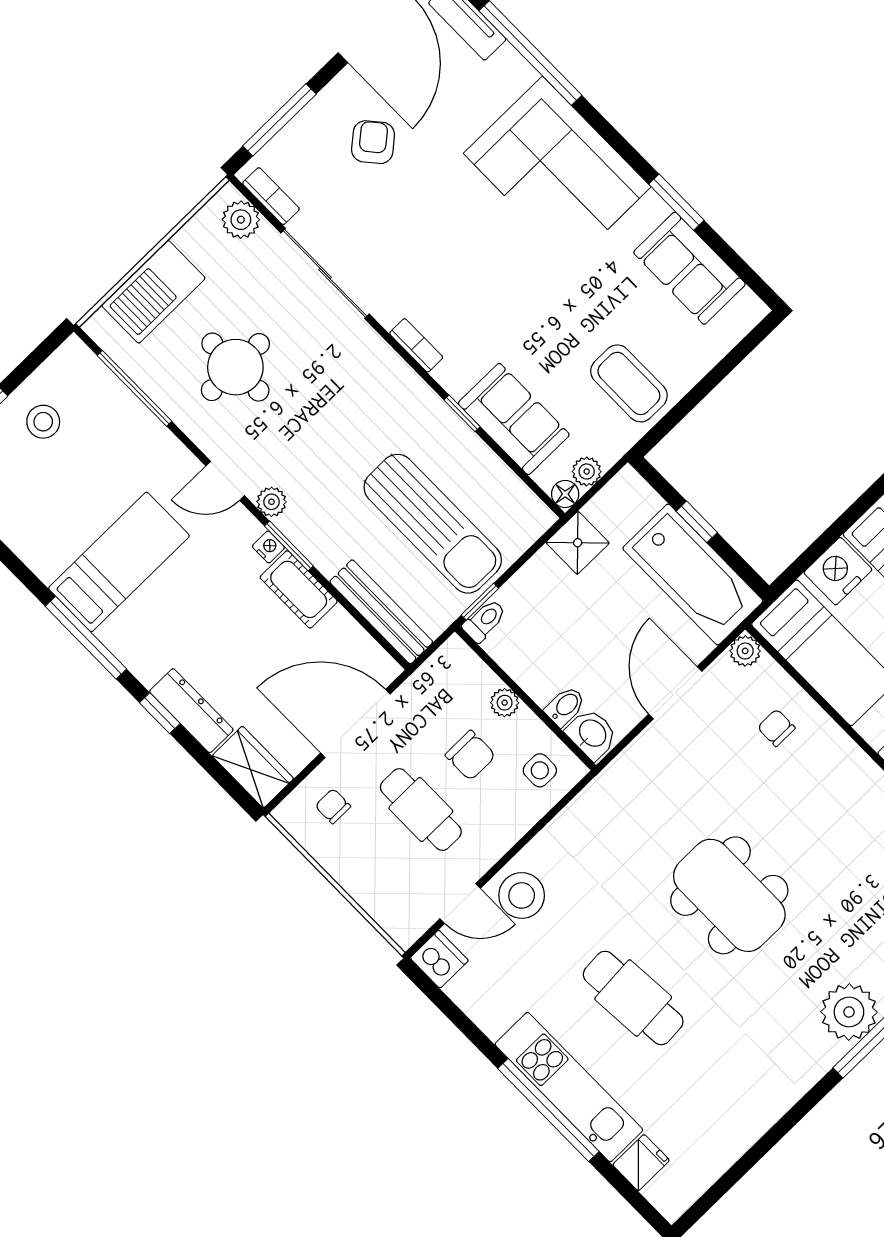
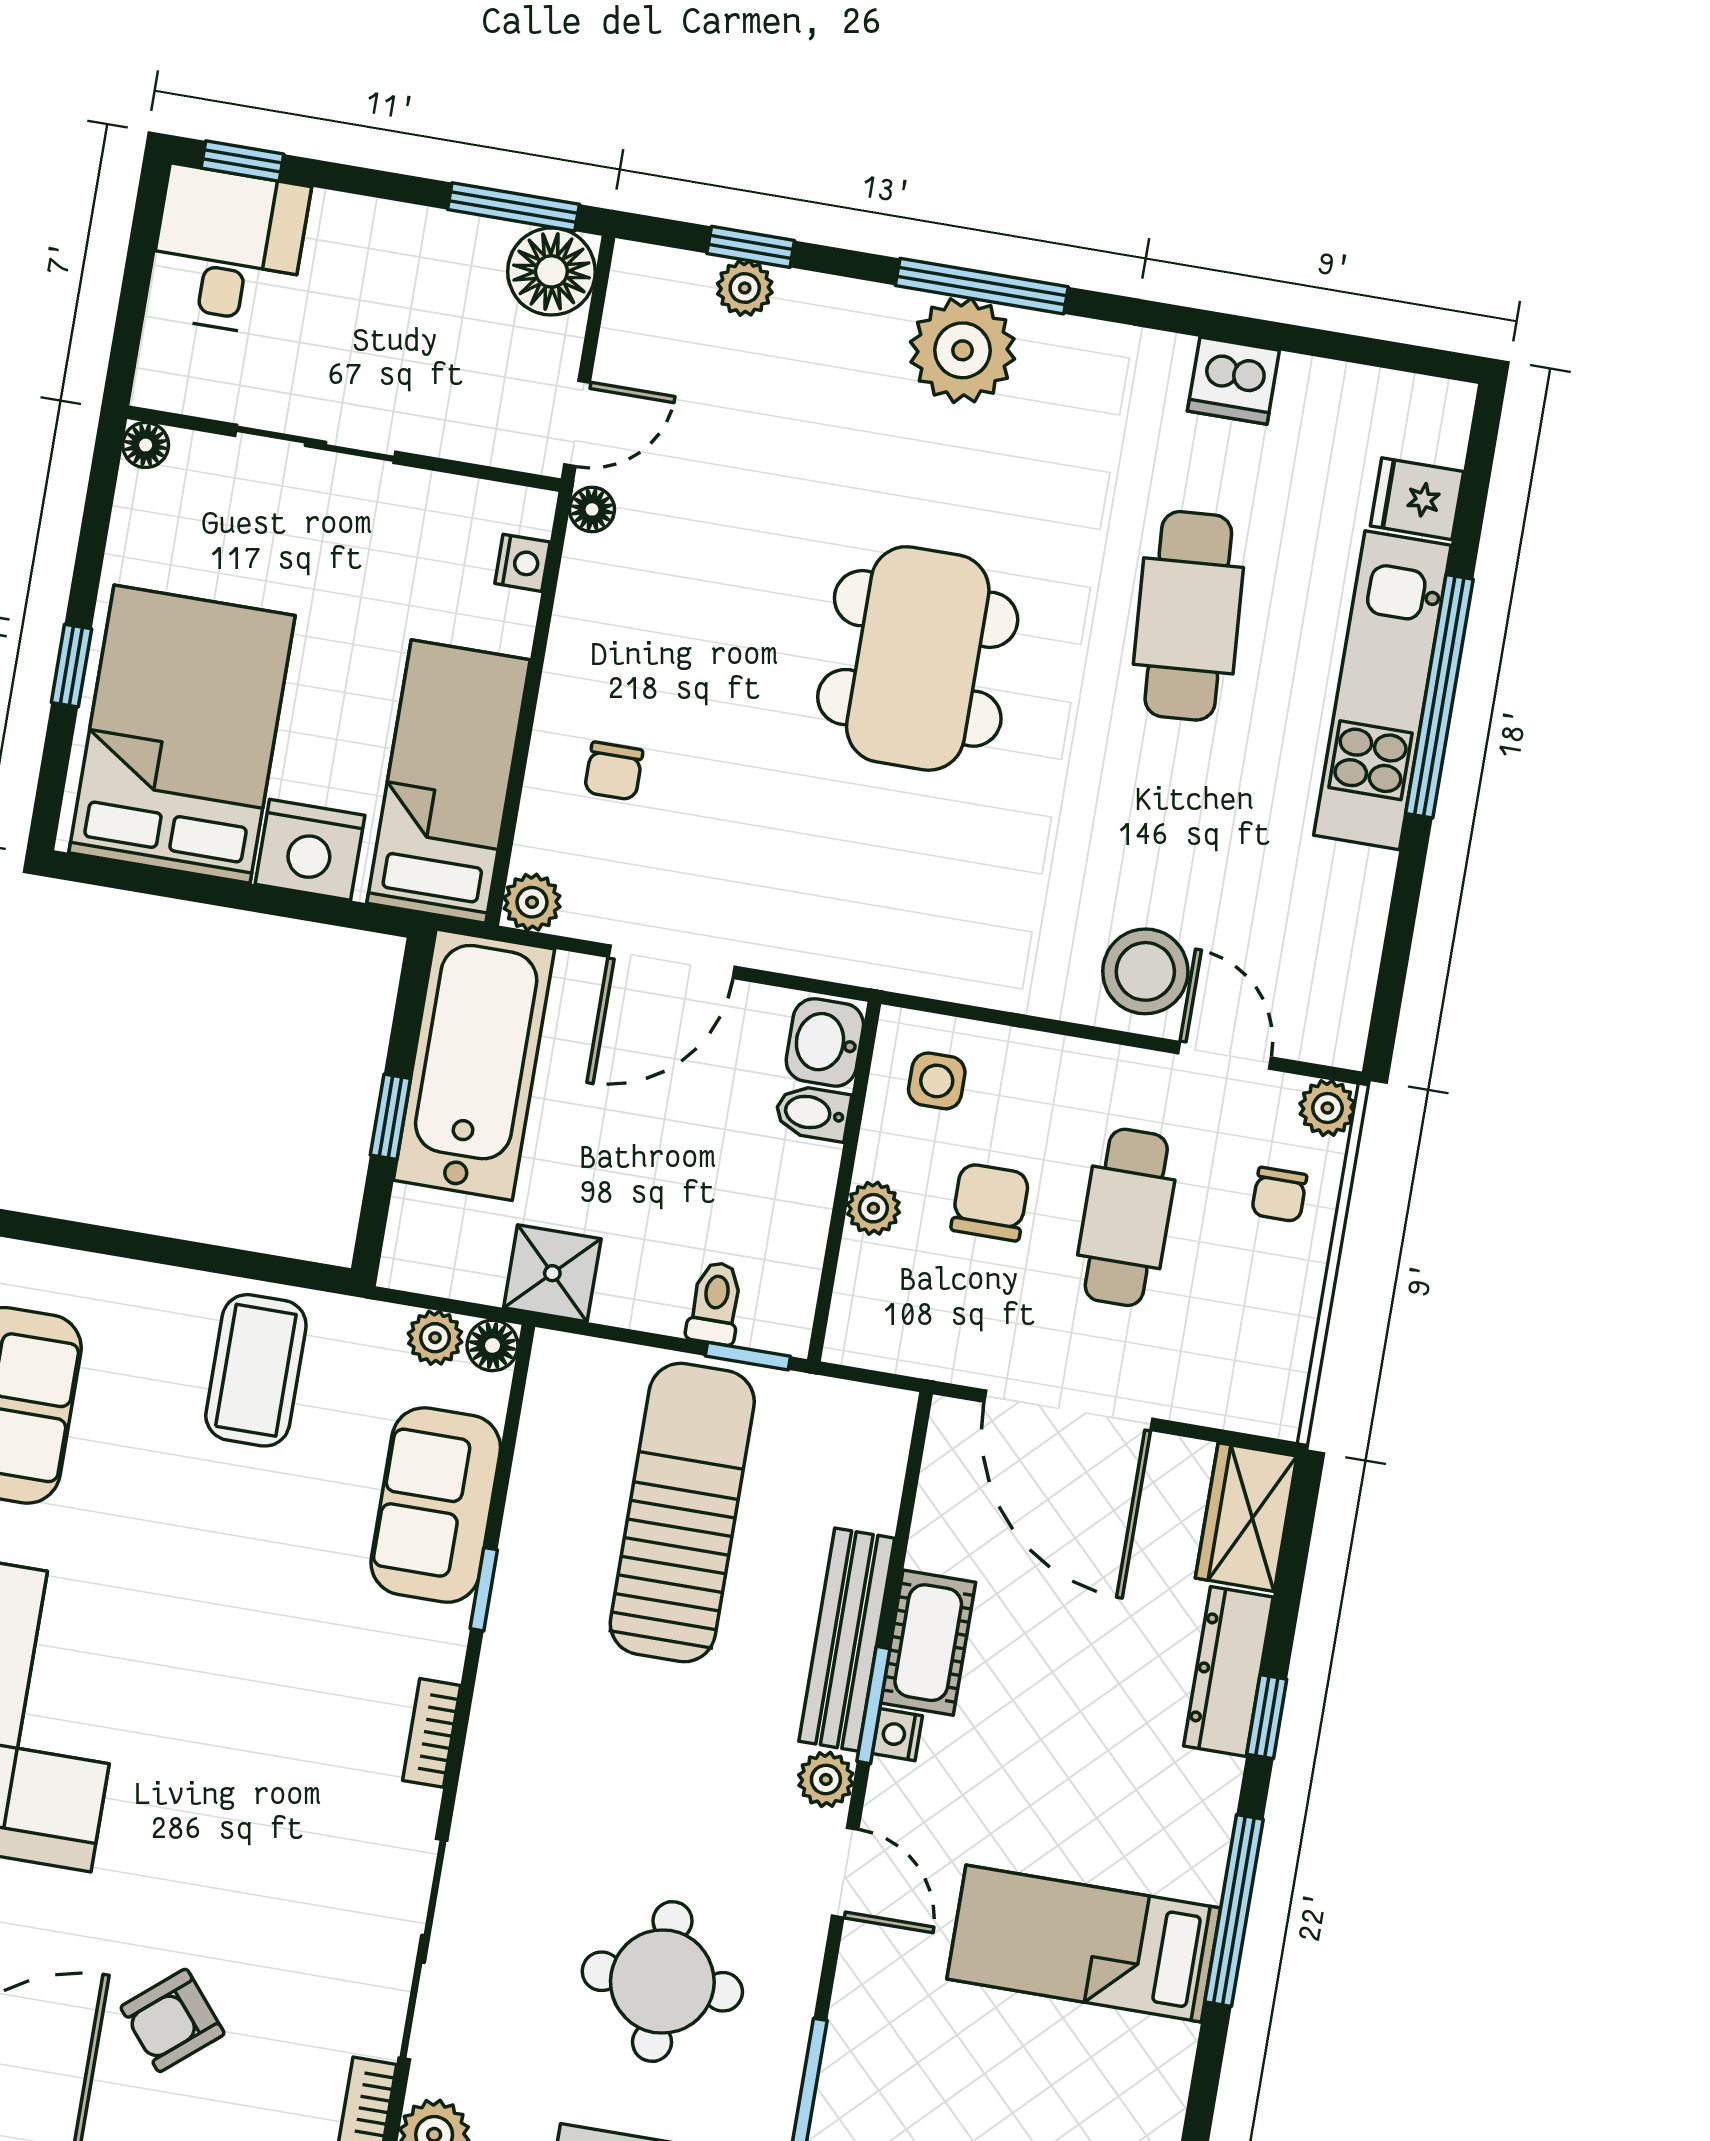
bench: (381, 612) -> (847, 1640), moved
toilet: (484, 621) -> (715, 1303), moved, turned 90
chair: (333, 806) -> (1279, 1195), moved
plant: (405, 931) -> (1327, 1108), added
dishwasher: (439, 959) -> (1233, 381), moved, turned -90
cafe table: (633, 998) -> (1188, 616), moved

